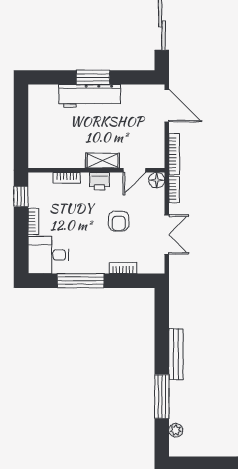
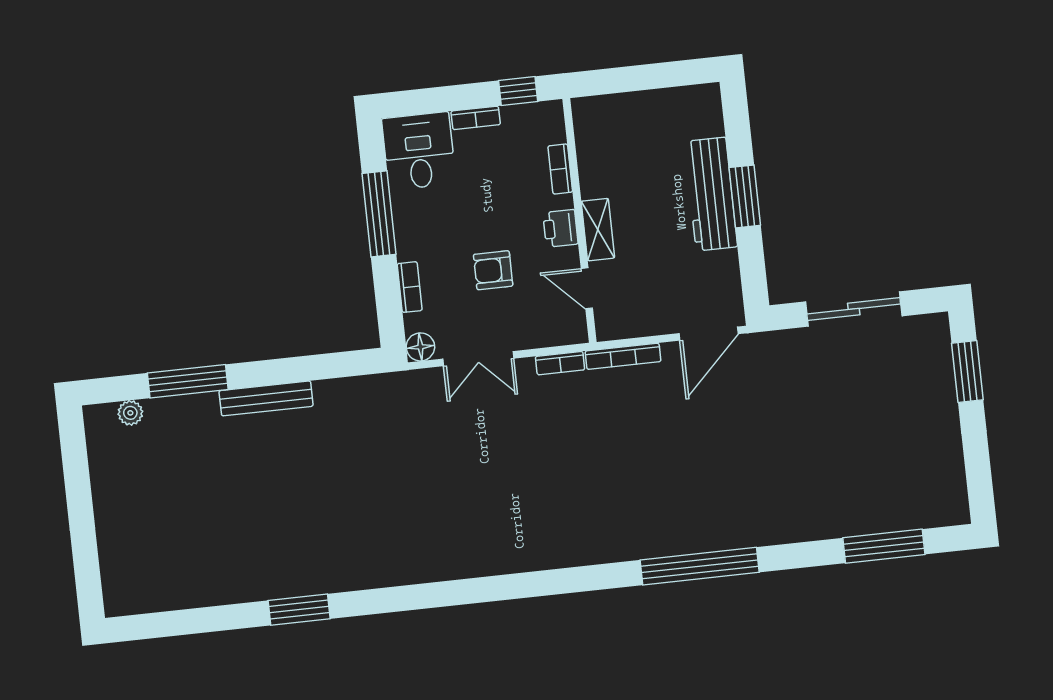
floor lamp: (157, 180) -> (420, 347), moved

